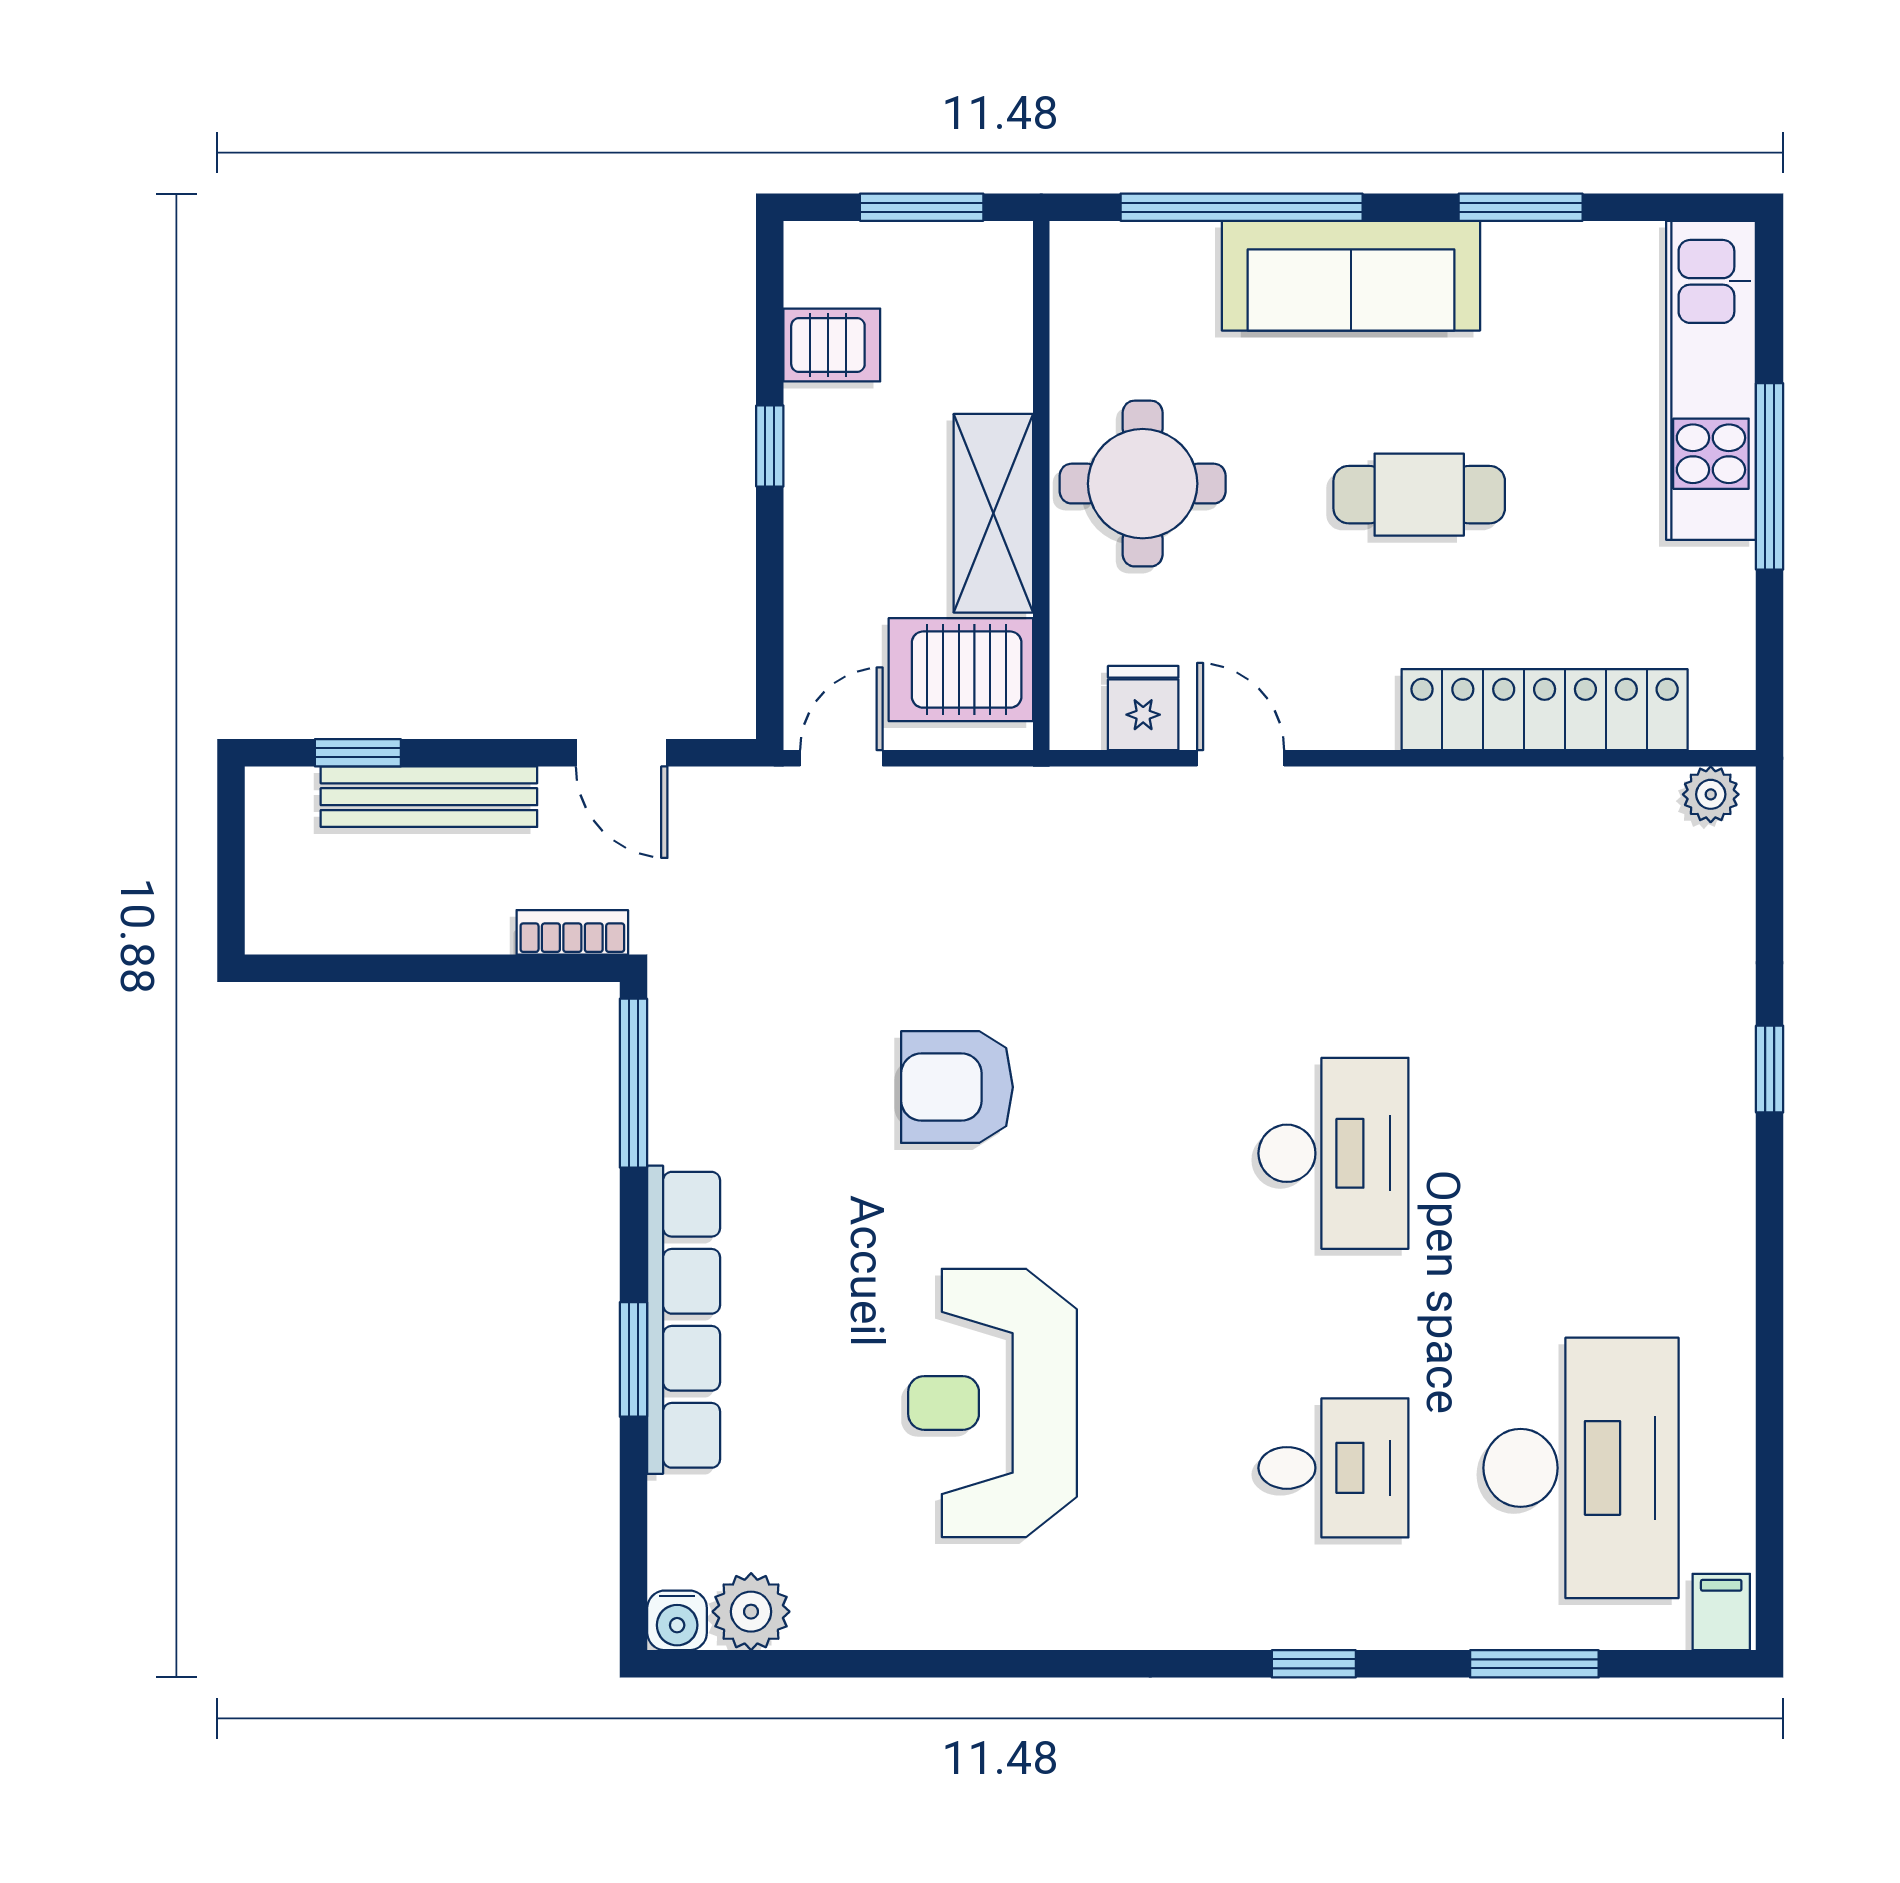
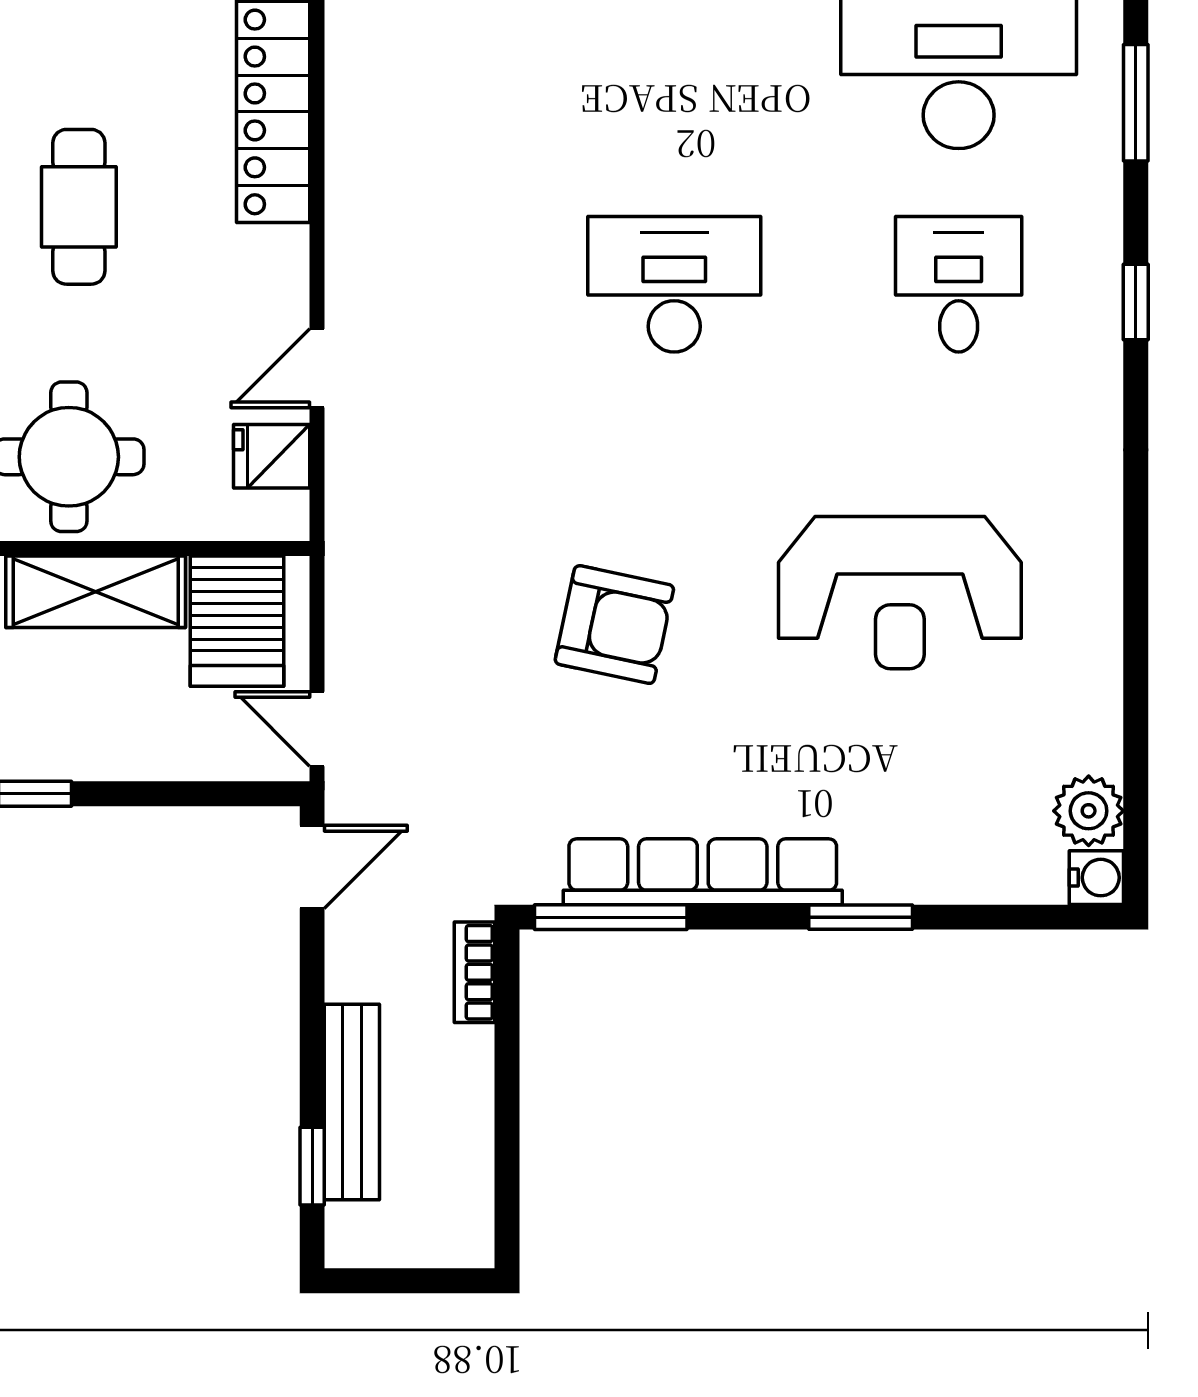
door: (622, 753) -> (312, 867), moved
armchair: (957, 1087) -> (614, 625), turned -78
row of seats: (684, 1320) -> (703, 872), moved

